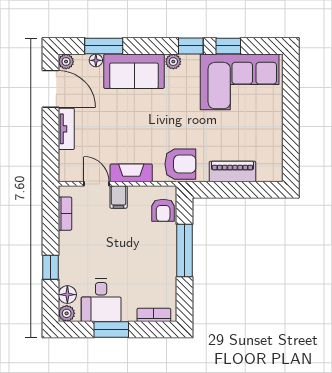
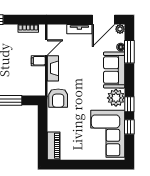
plant: (173, 62) -> (116, 98), width x1.87, depth x1.87
piano: (232, 171) -> (54, 146), moved
armchair: (163, 210) -> (30, 88), removed

